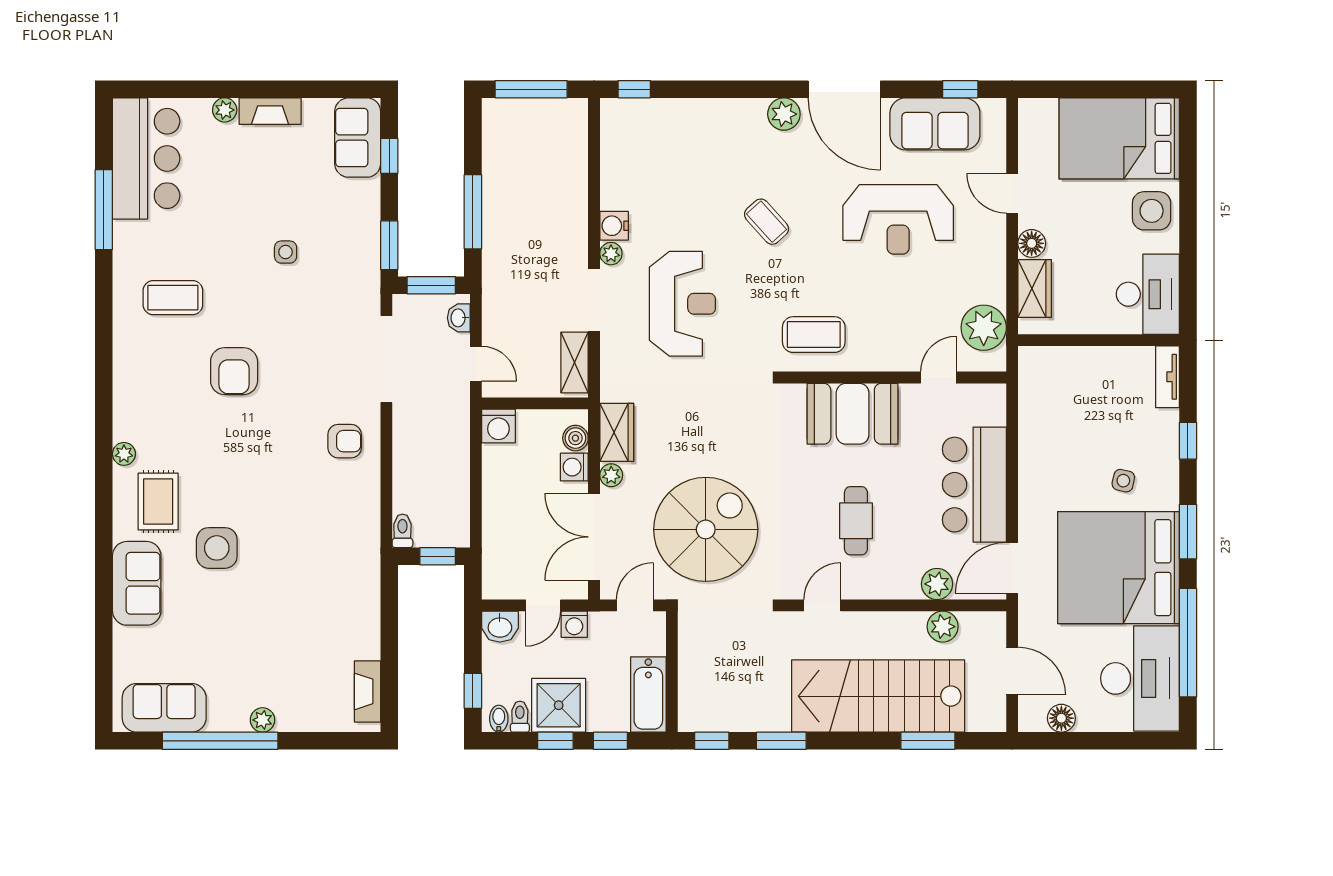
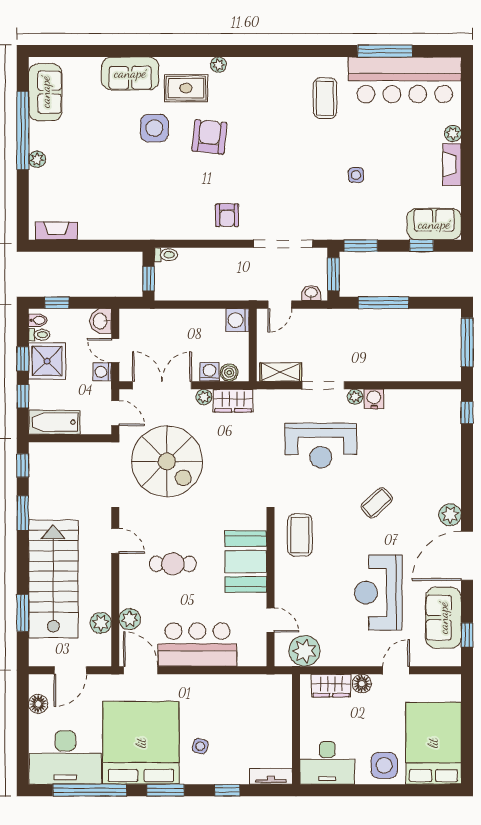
bar counter: (146, 158) -> (405, 80), width x1.36
armchair: (234, 371) -> (209, 137), moved, turned 96

